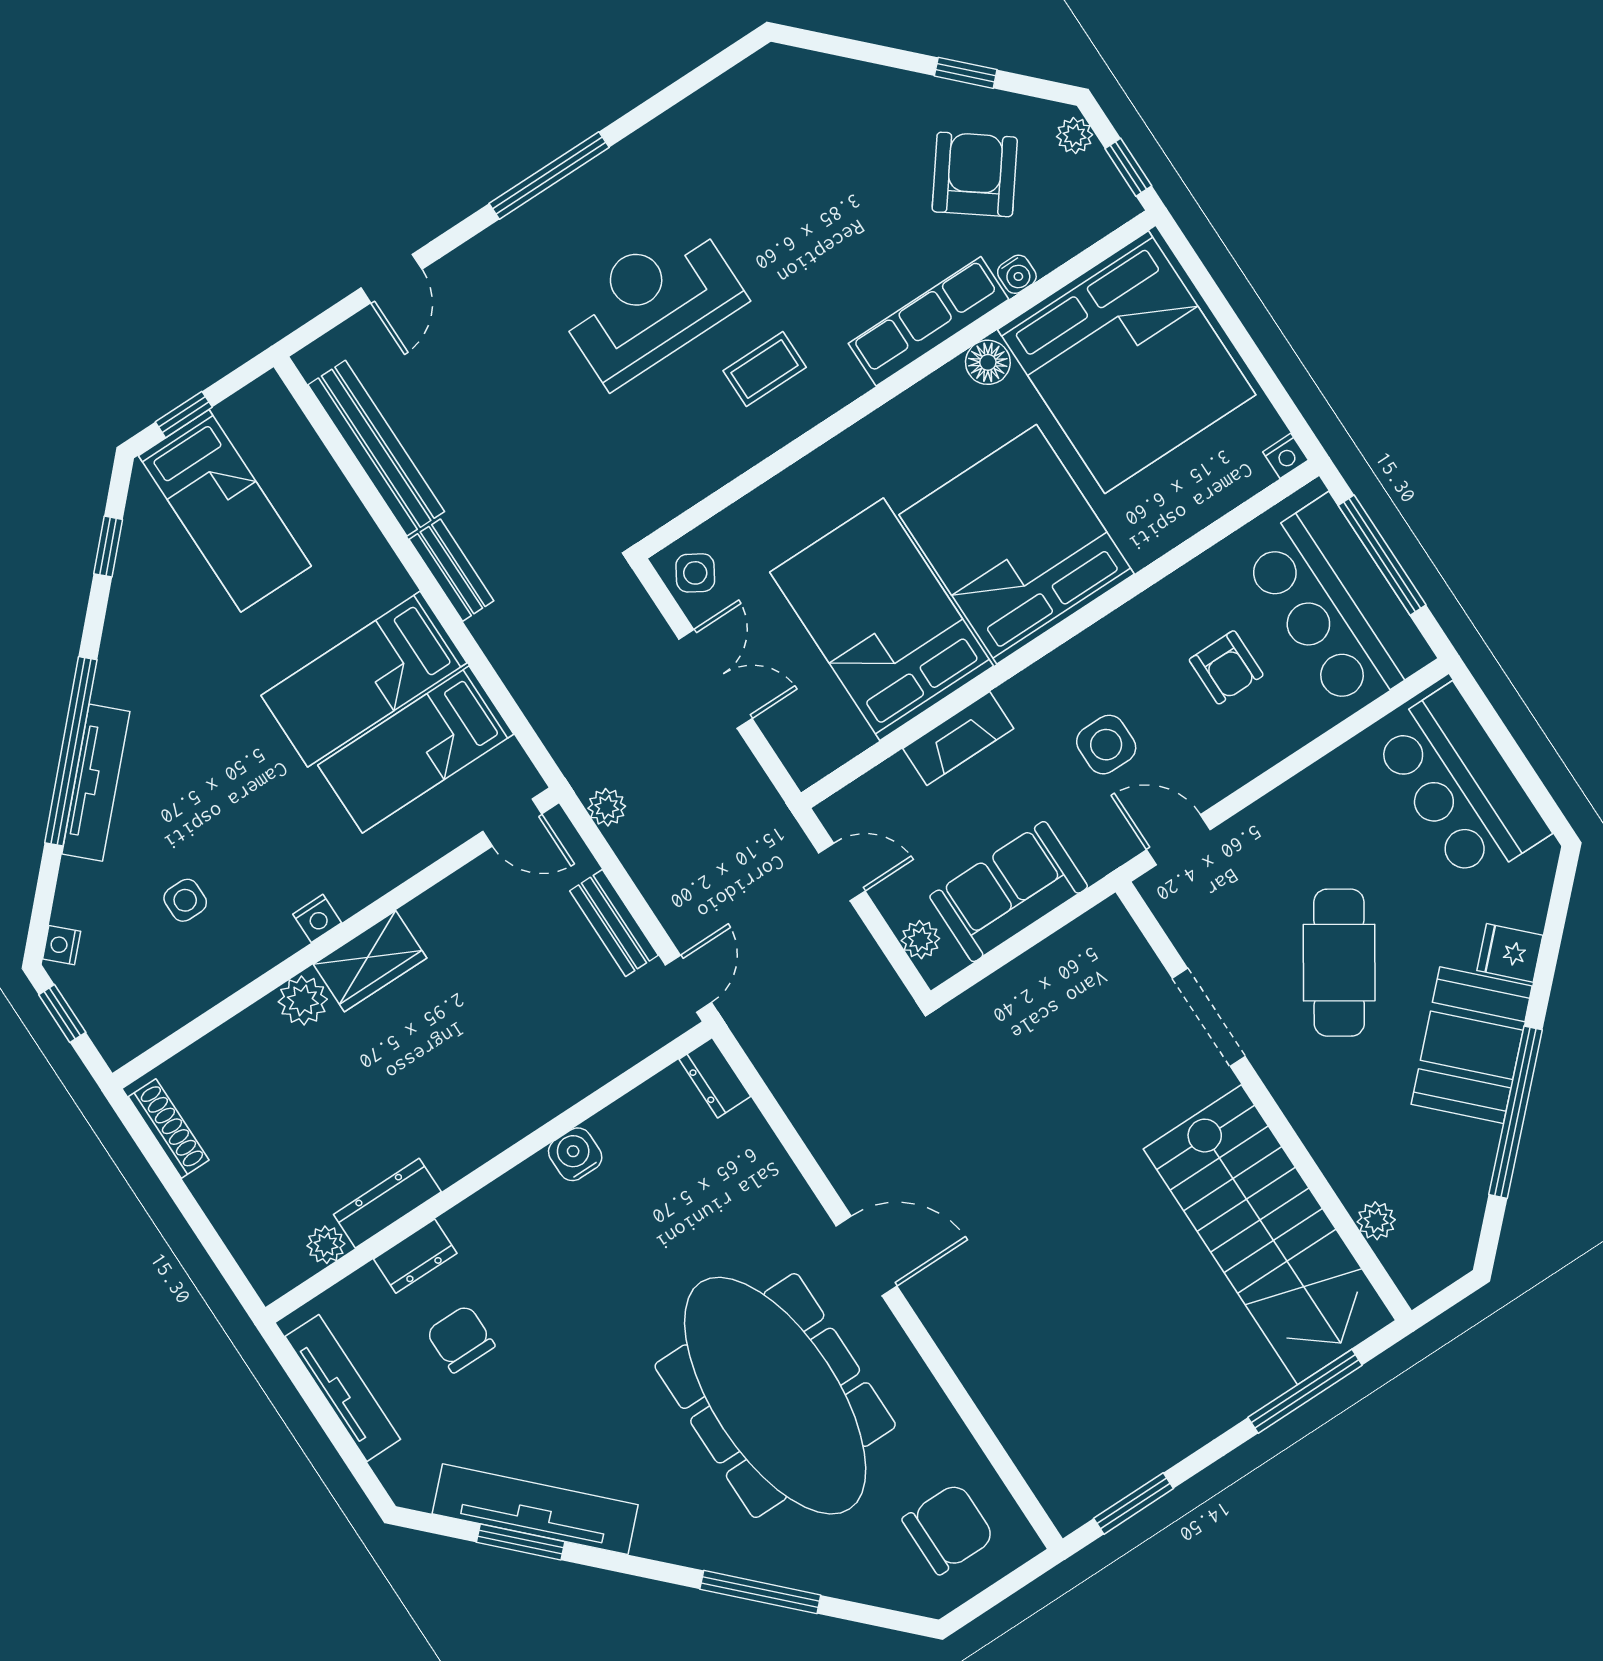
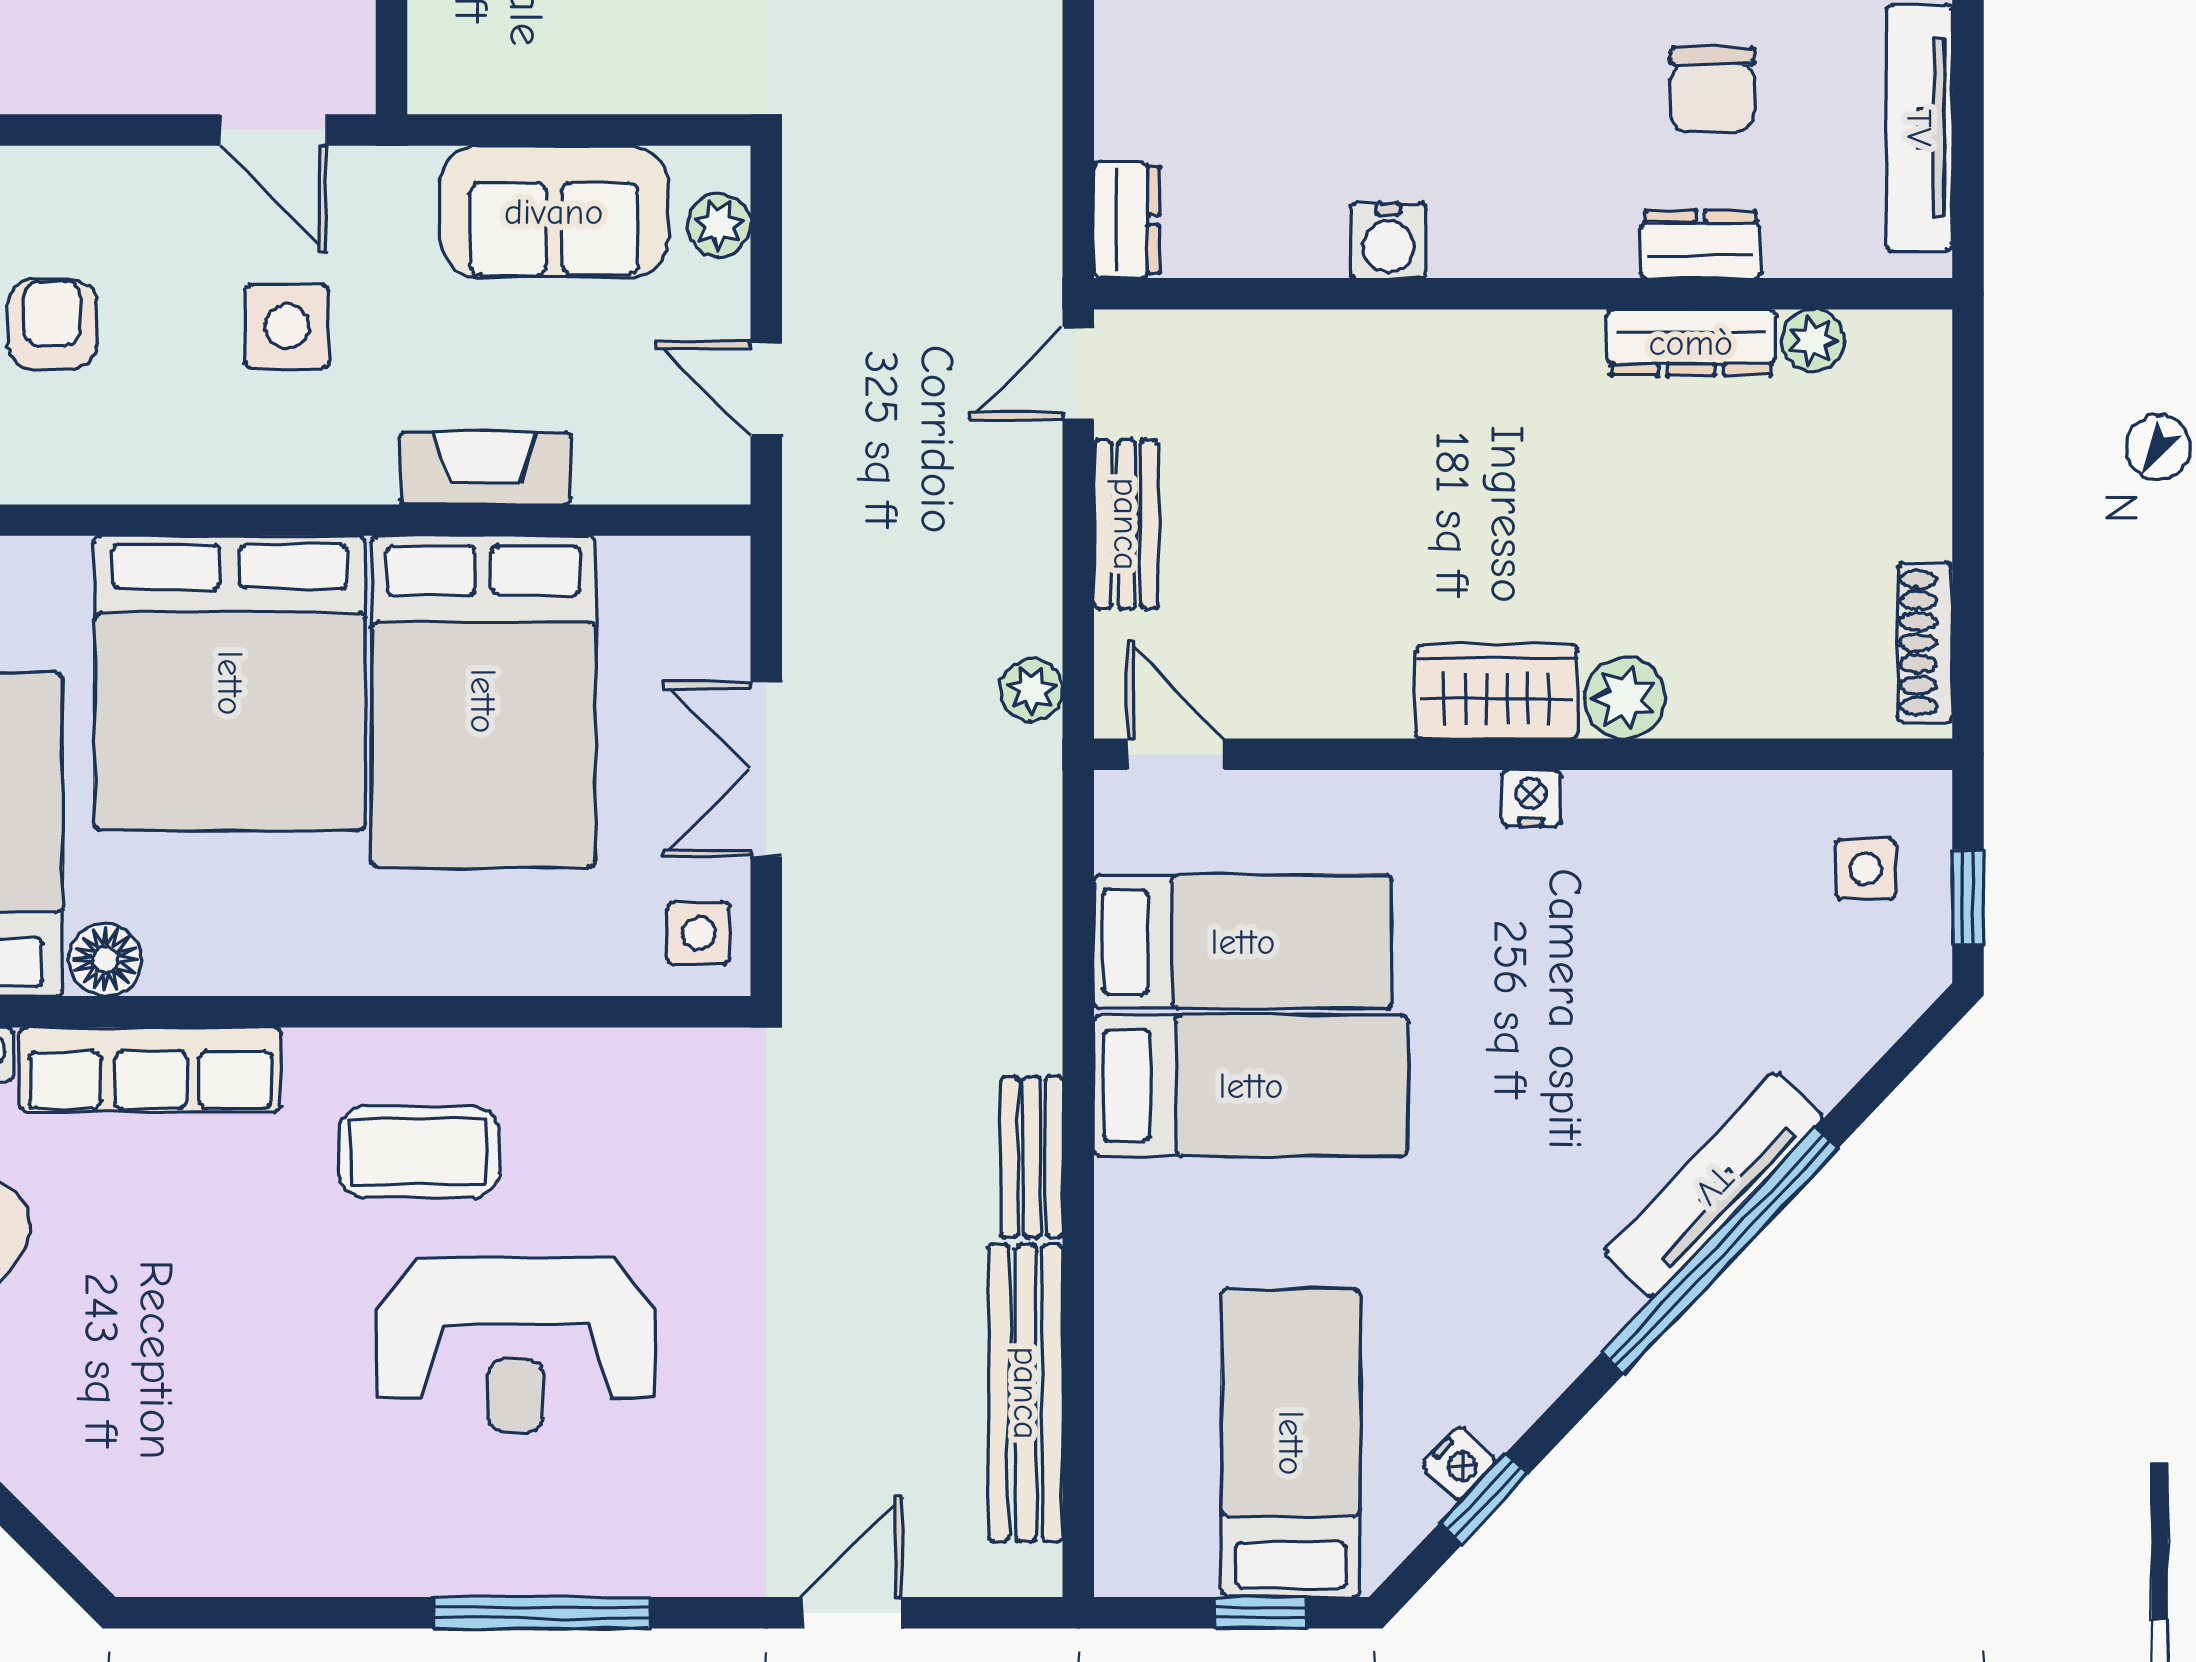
coffee table: (765, 369) -> (419, 1152), width x1.36, depth x1.30
side table: (695, 573) -> (699, 933), turned -31
side table: (185, 900) -> (1866, 869), moved
nightstand: (62, 945) -> (1459, 1464), moved

